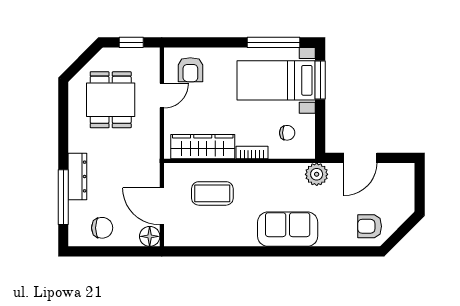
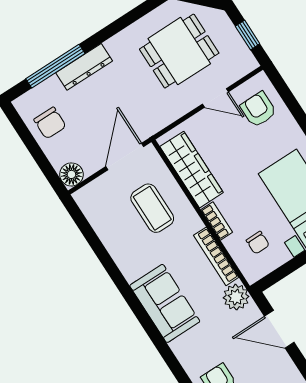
armchair: (190, 70) -> (258, 109), turned 90
bookcase: (278, 170) -> (216, 256), added
door: (162, 206) -> (125, 157), moved

